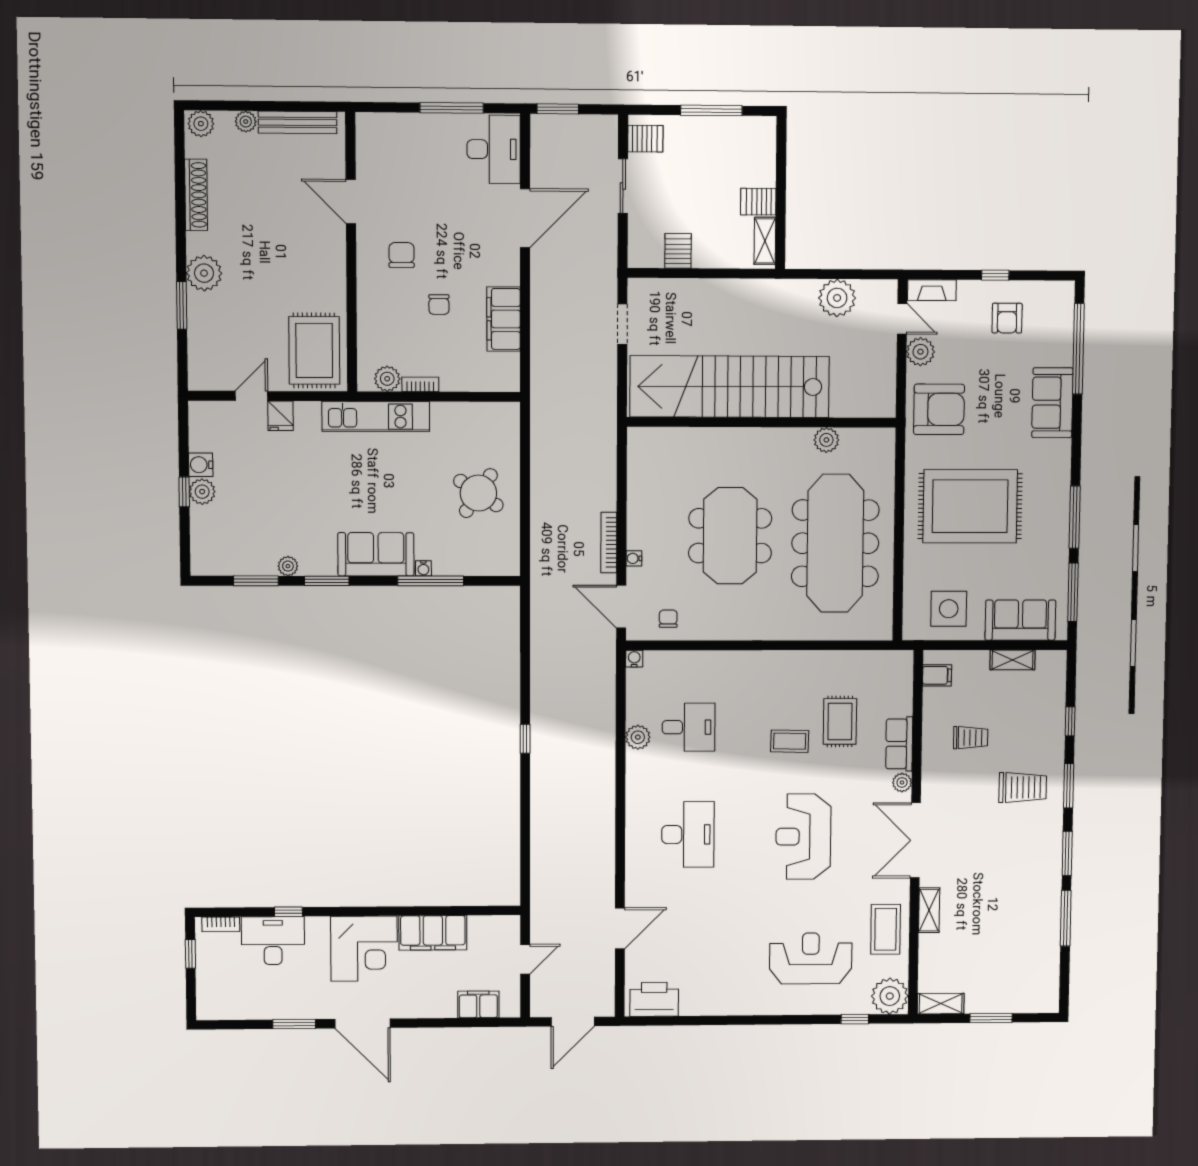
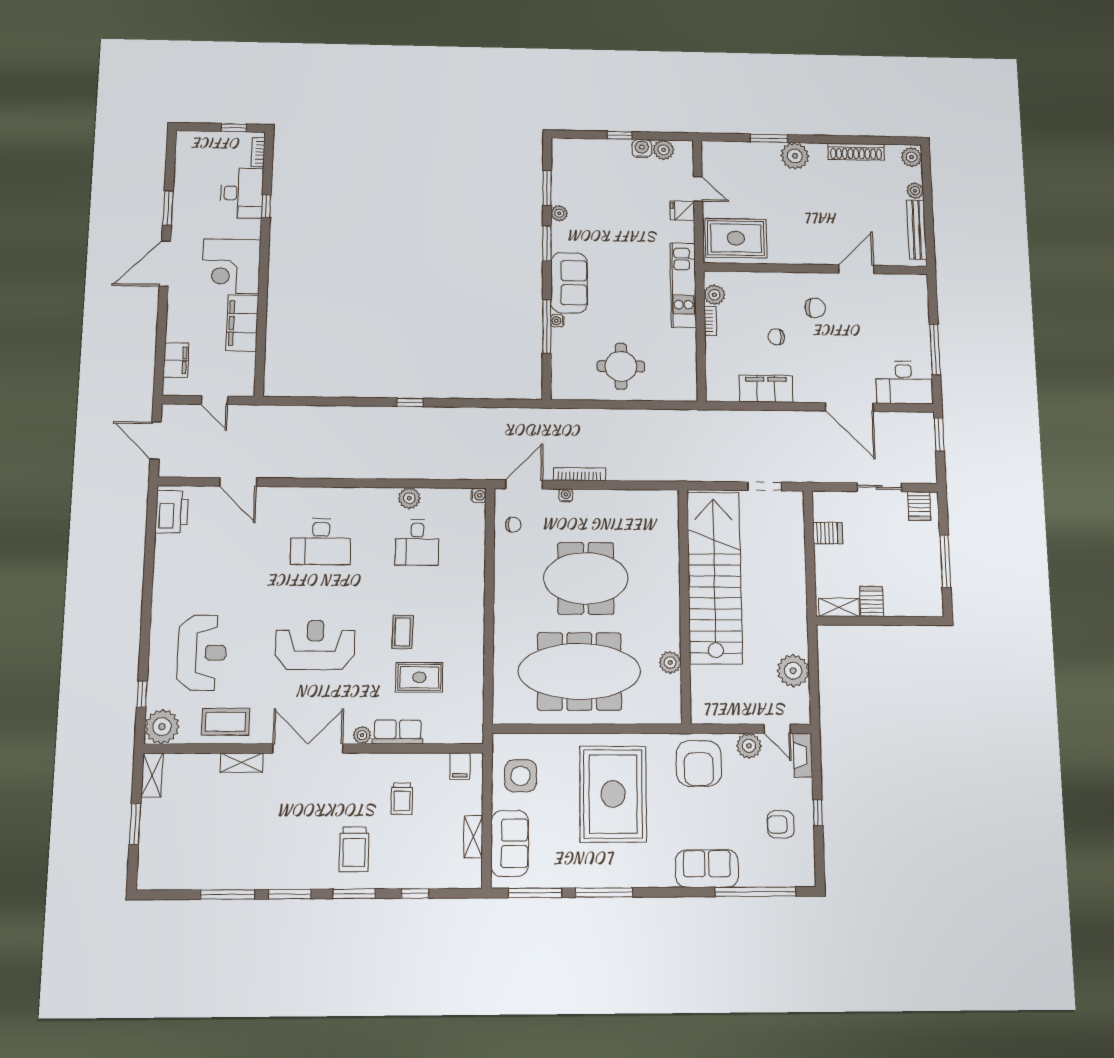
door: (902, 319) -> (777, 729), hinge flipped
plant: (202, 492) -> (664, 150), moved
round table: (478, 493) -> (621, 366), turned -34

